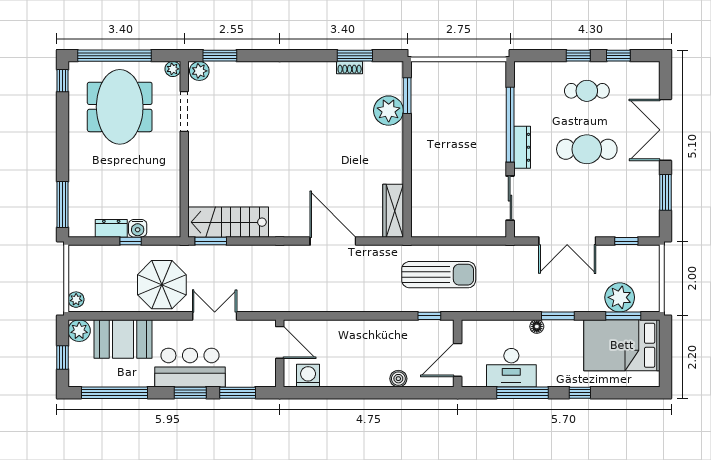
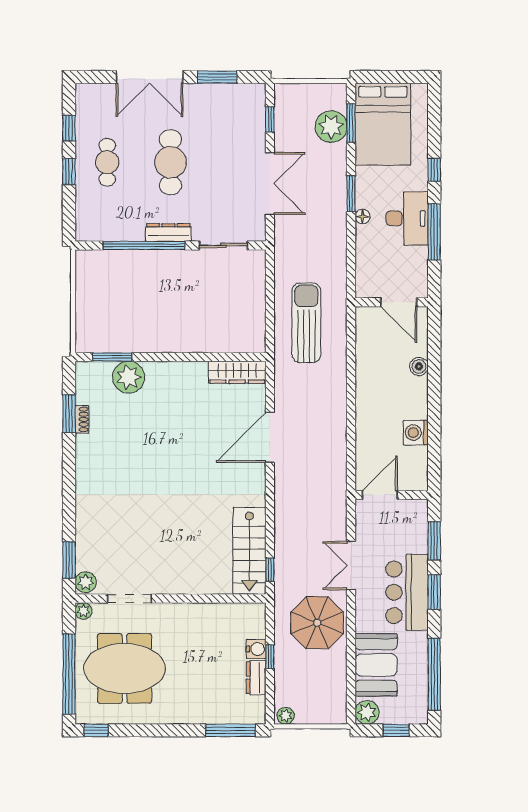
window: (211, 241) -> (270, 570), width x0.67
plant: (76, 300) -> (286, 716), moved
window: (429, 316) -> (351, 333), removed
desk: (511, 368) -> (407, 218), moved
washing machine: (308, 376) -> (416, 433), moved

